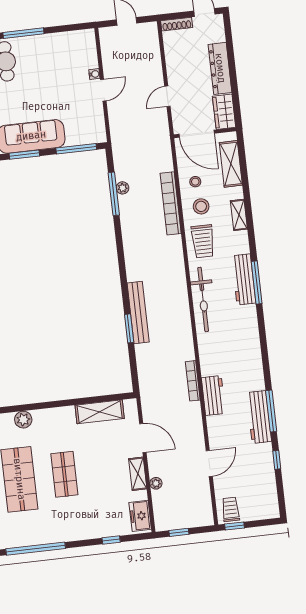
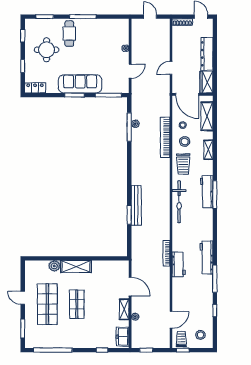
door: (103, 90) -> (130, 71), moved
shelving: (100, 412) -> (76, 267), moved
workbench: (259, 417) -> (206, 258), moved
door: (209, 464) -> (171, 320), moved
stool: (259, 500) -> (200, 335), added

